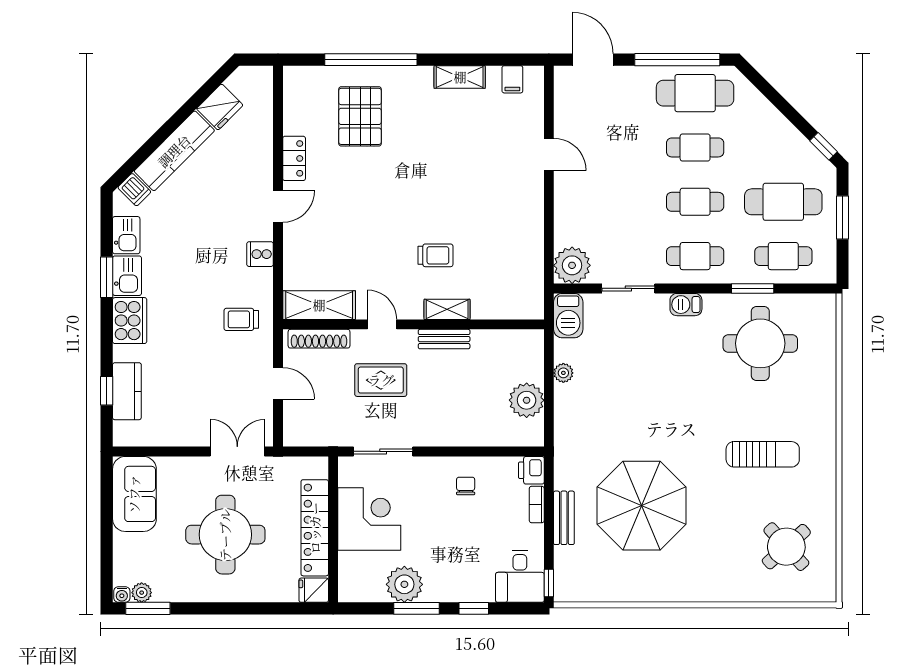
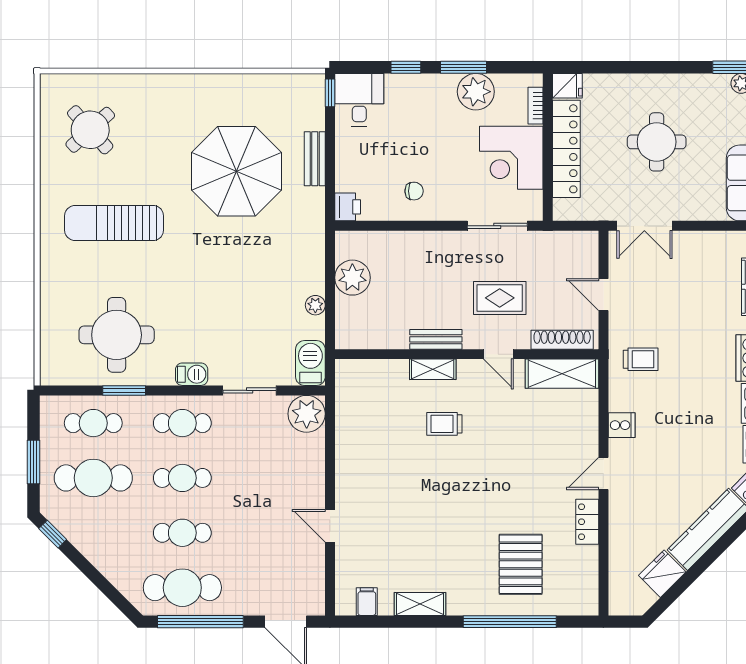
sun lounger: (763, 454) -> (114, 223), width x1.36, depth x1.34
chair: (466, 486) -> (414, 191), turned -90
bookcase: (537, 504) -> (536, 106), moved, turned 180
round table: (225, 535) -> (657, 142), width x0.73, depth x0.73

